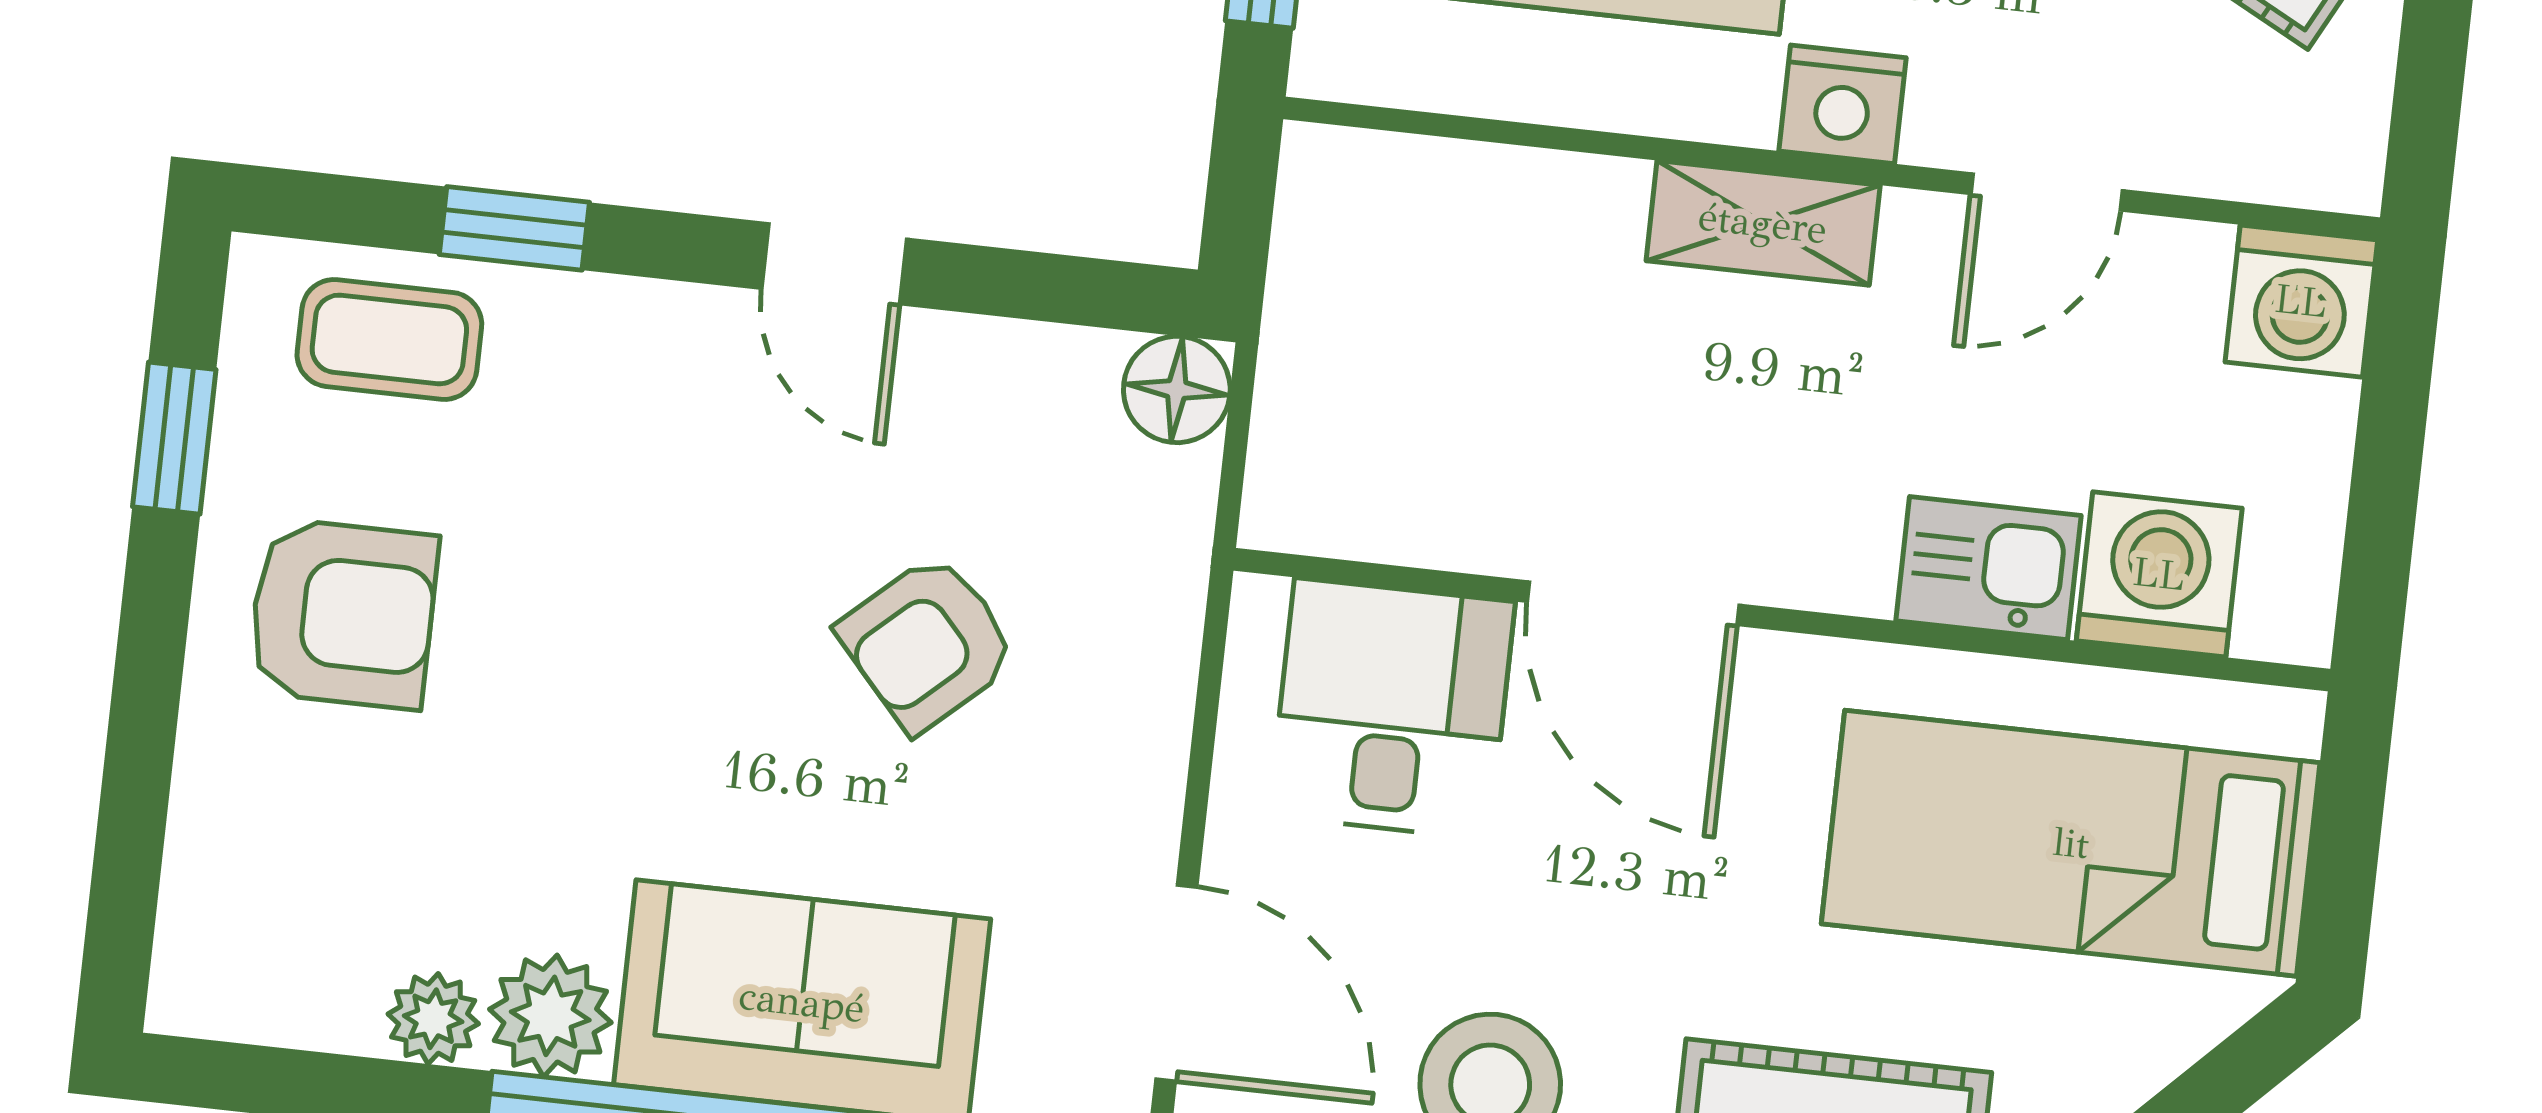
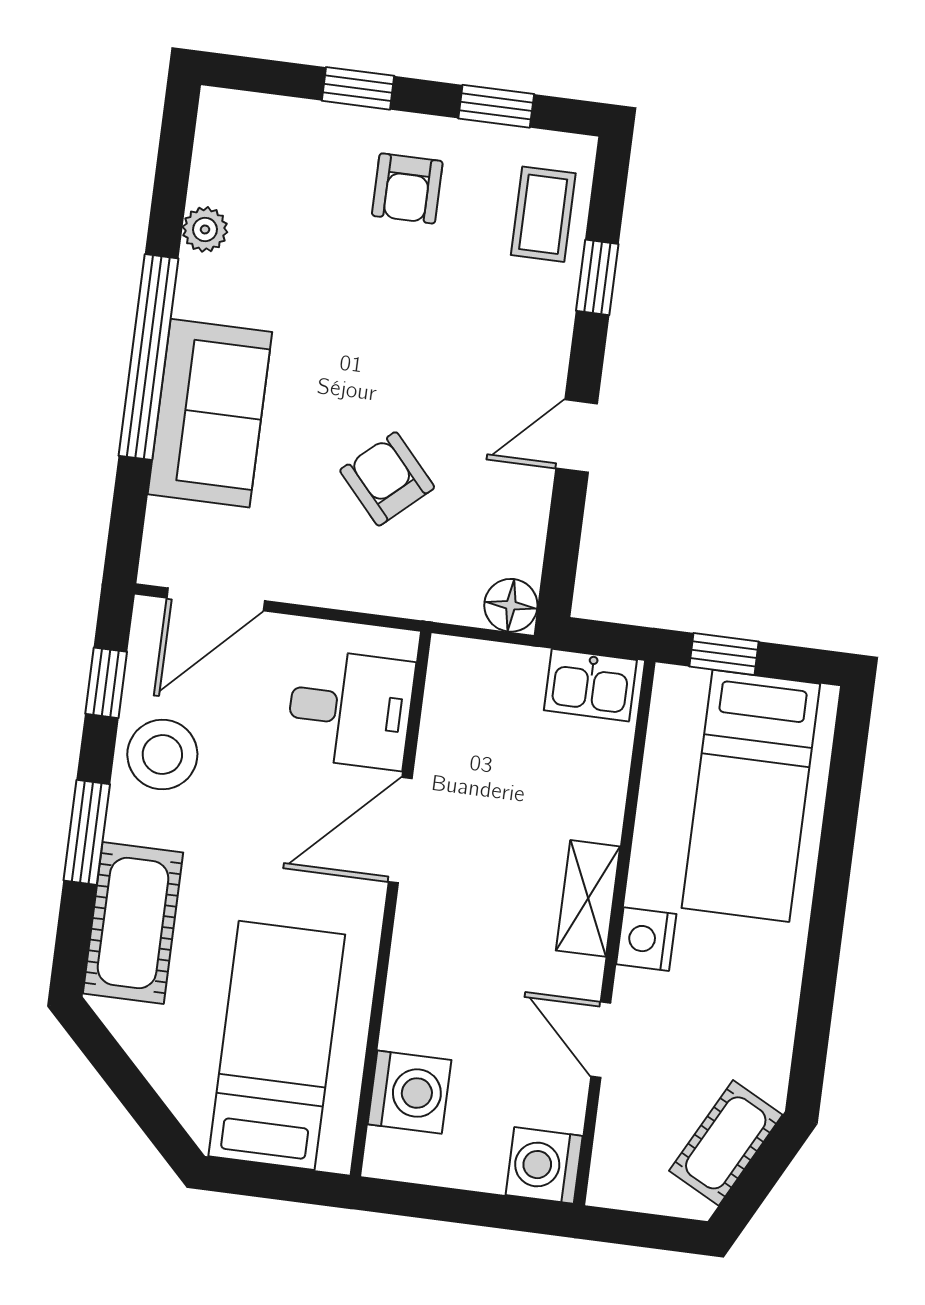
kitchen sink: (1989, 568) -> (590, 685), moved, turned 90
armchair: (343, 614) -> (407, 188), width x0.72, depth x0.72
window: (144, 717) -> (358, 88), added
plant: (550, 1016) -> (205, 288), removed

